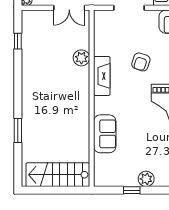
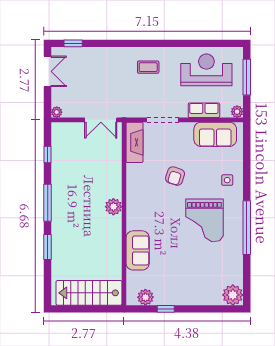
plant: (81, 58) -> (113, 207), moved
fireplace: (102, 76) -> (135, 142), moved
window: (18, 88) -> (48, 203), added
plant: (146, 179) -> (145, 297), moved

